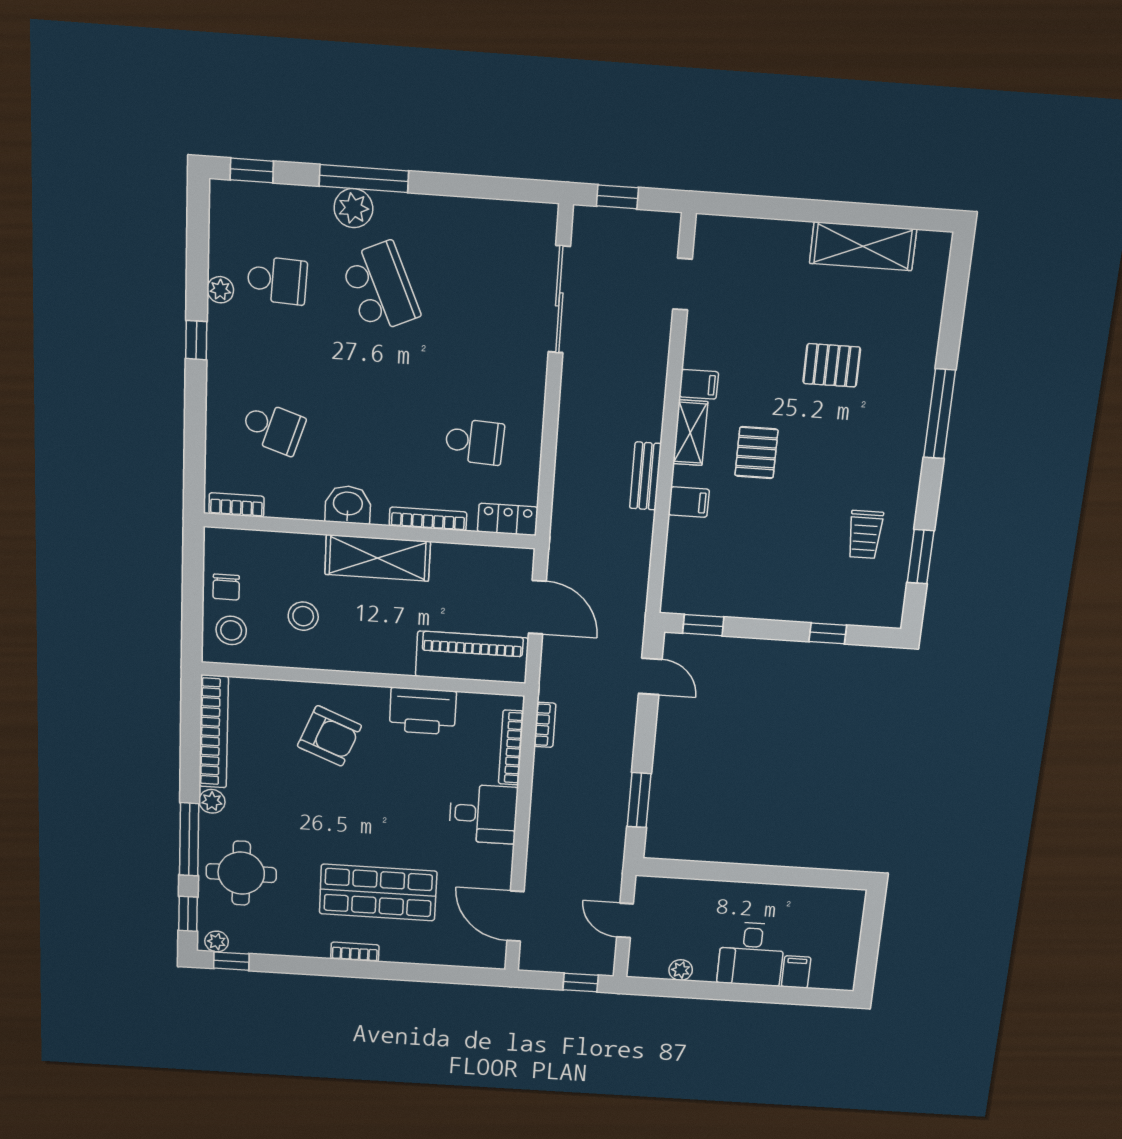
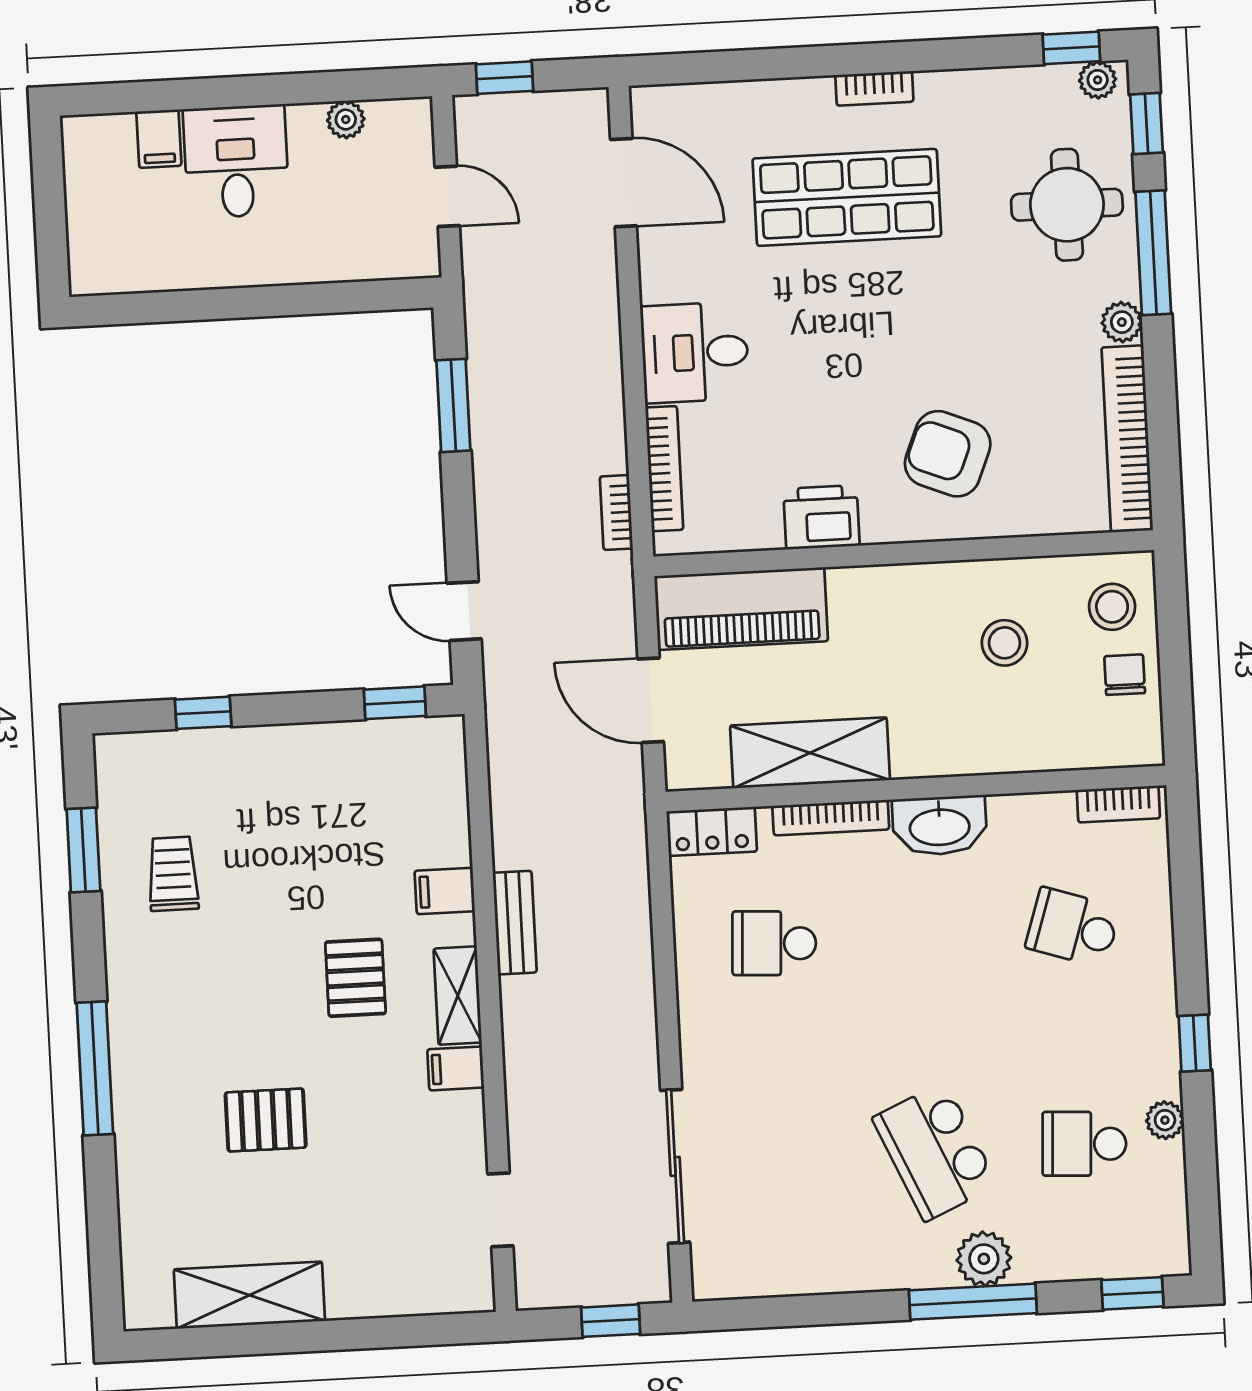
washbasin: (348, 505) -> (940, 826), width x1.38
shelving: (378, 558) -> (810, 753), moved
printer: (423, 711) -> (821, 517), width x0.73, depth x0.84

